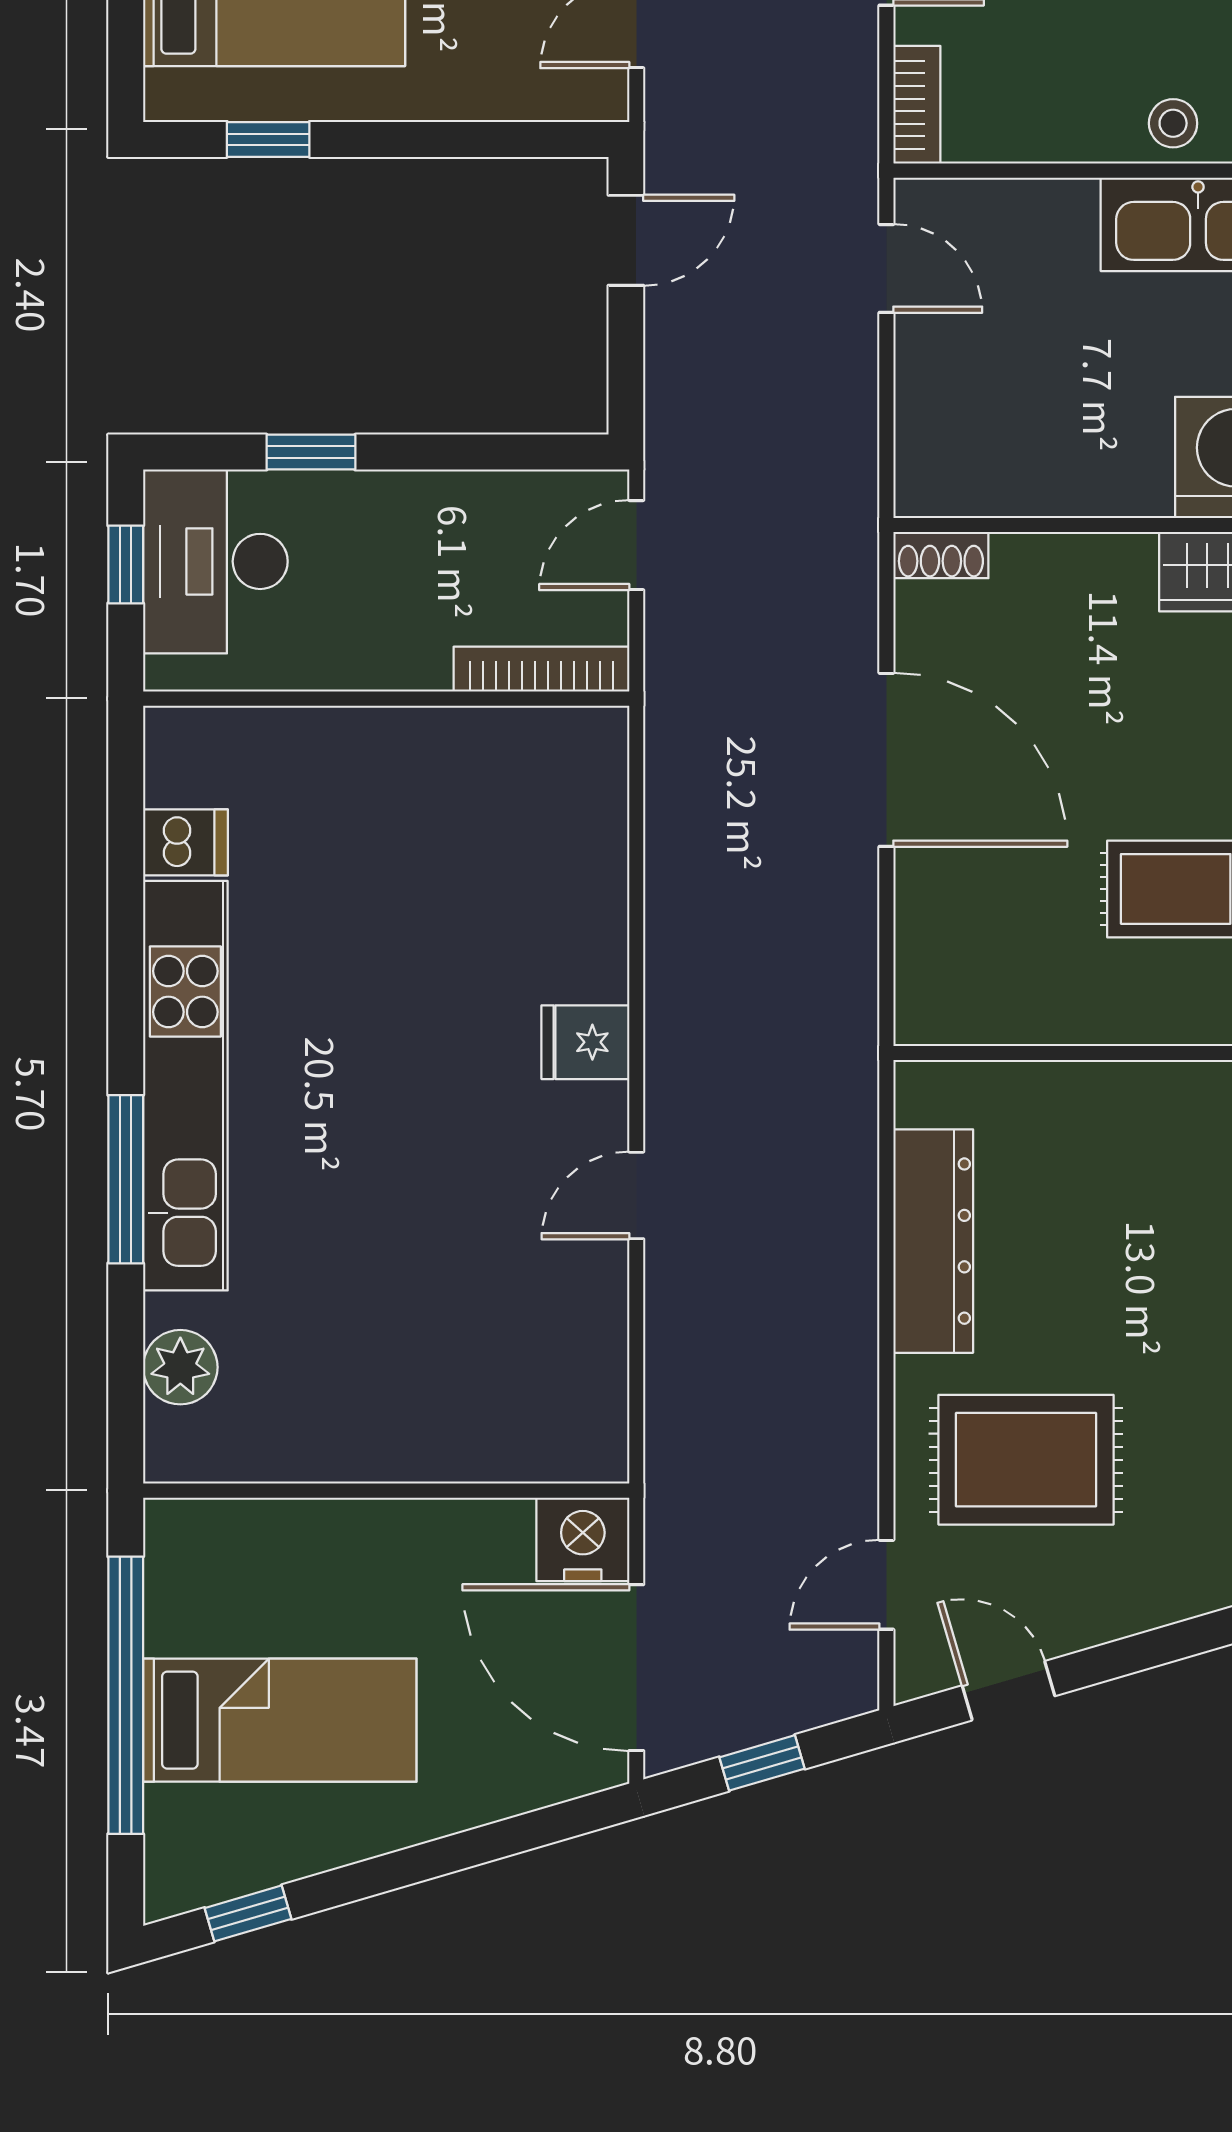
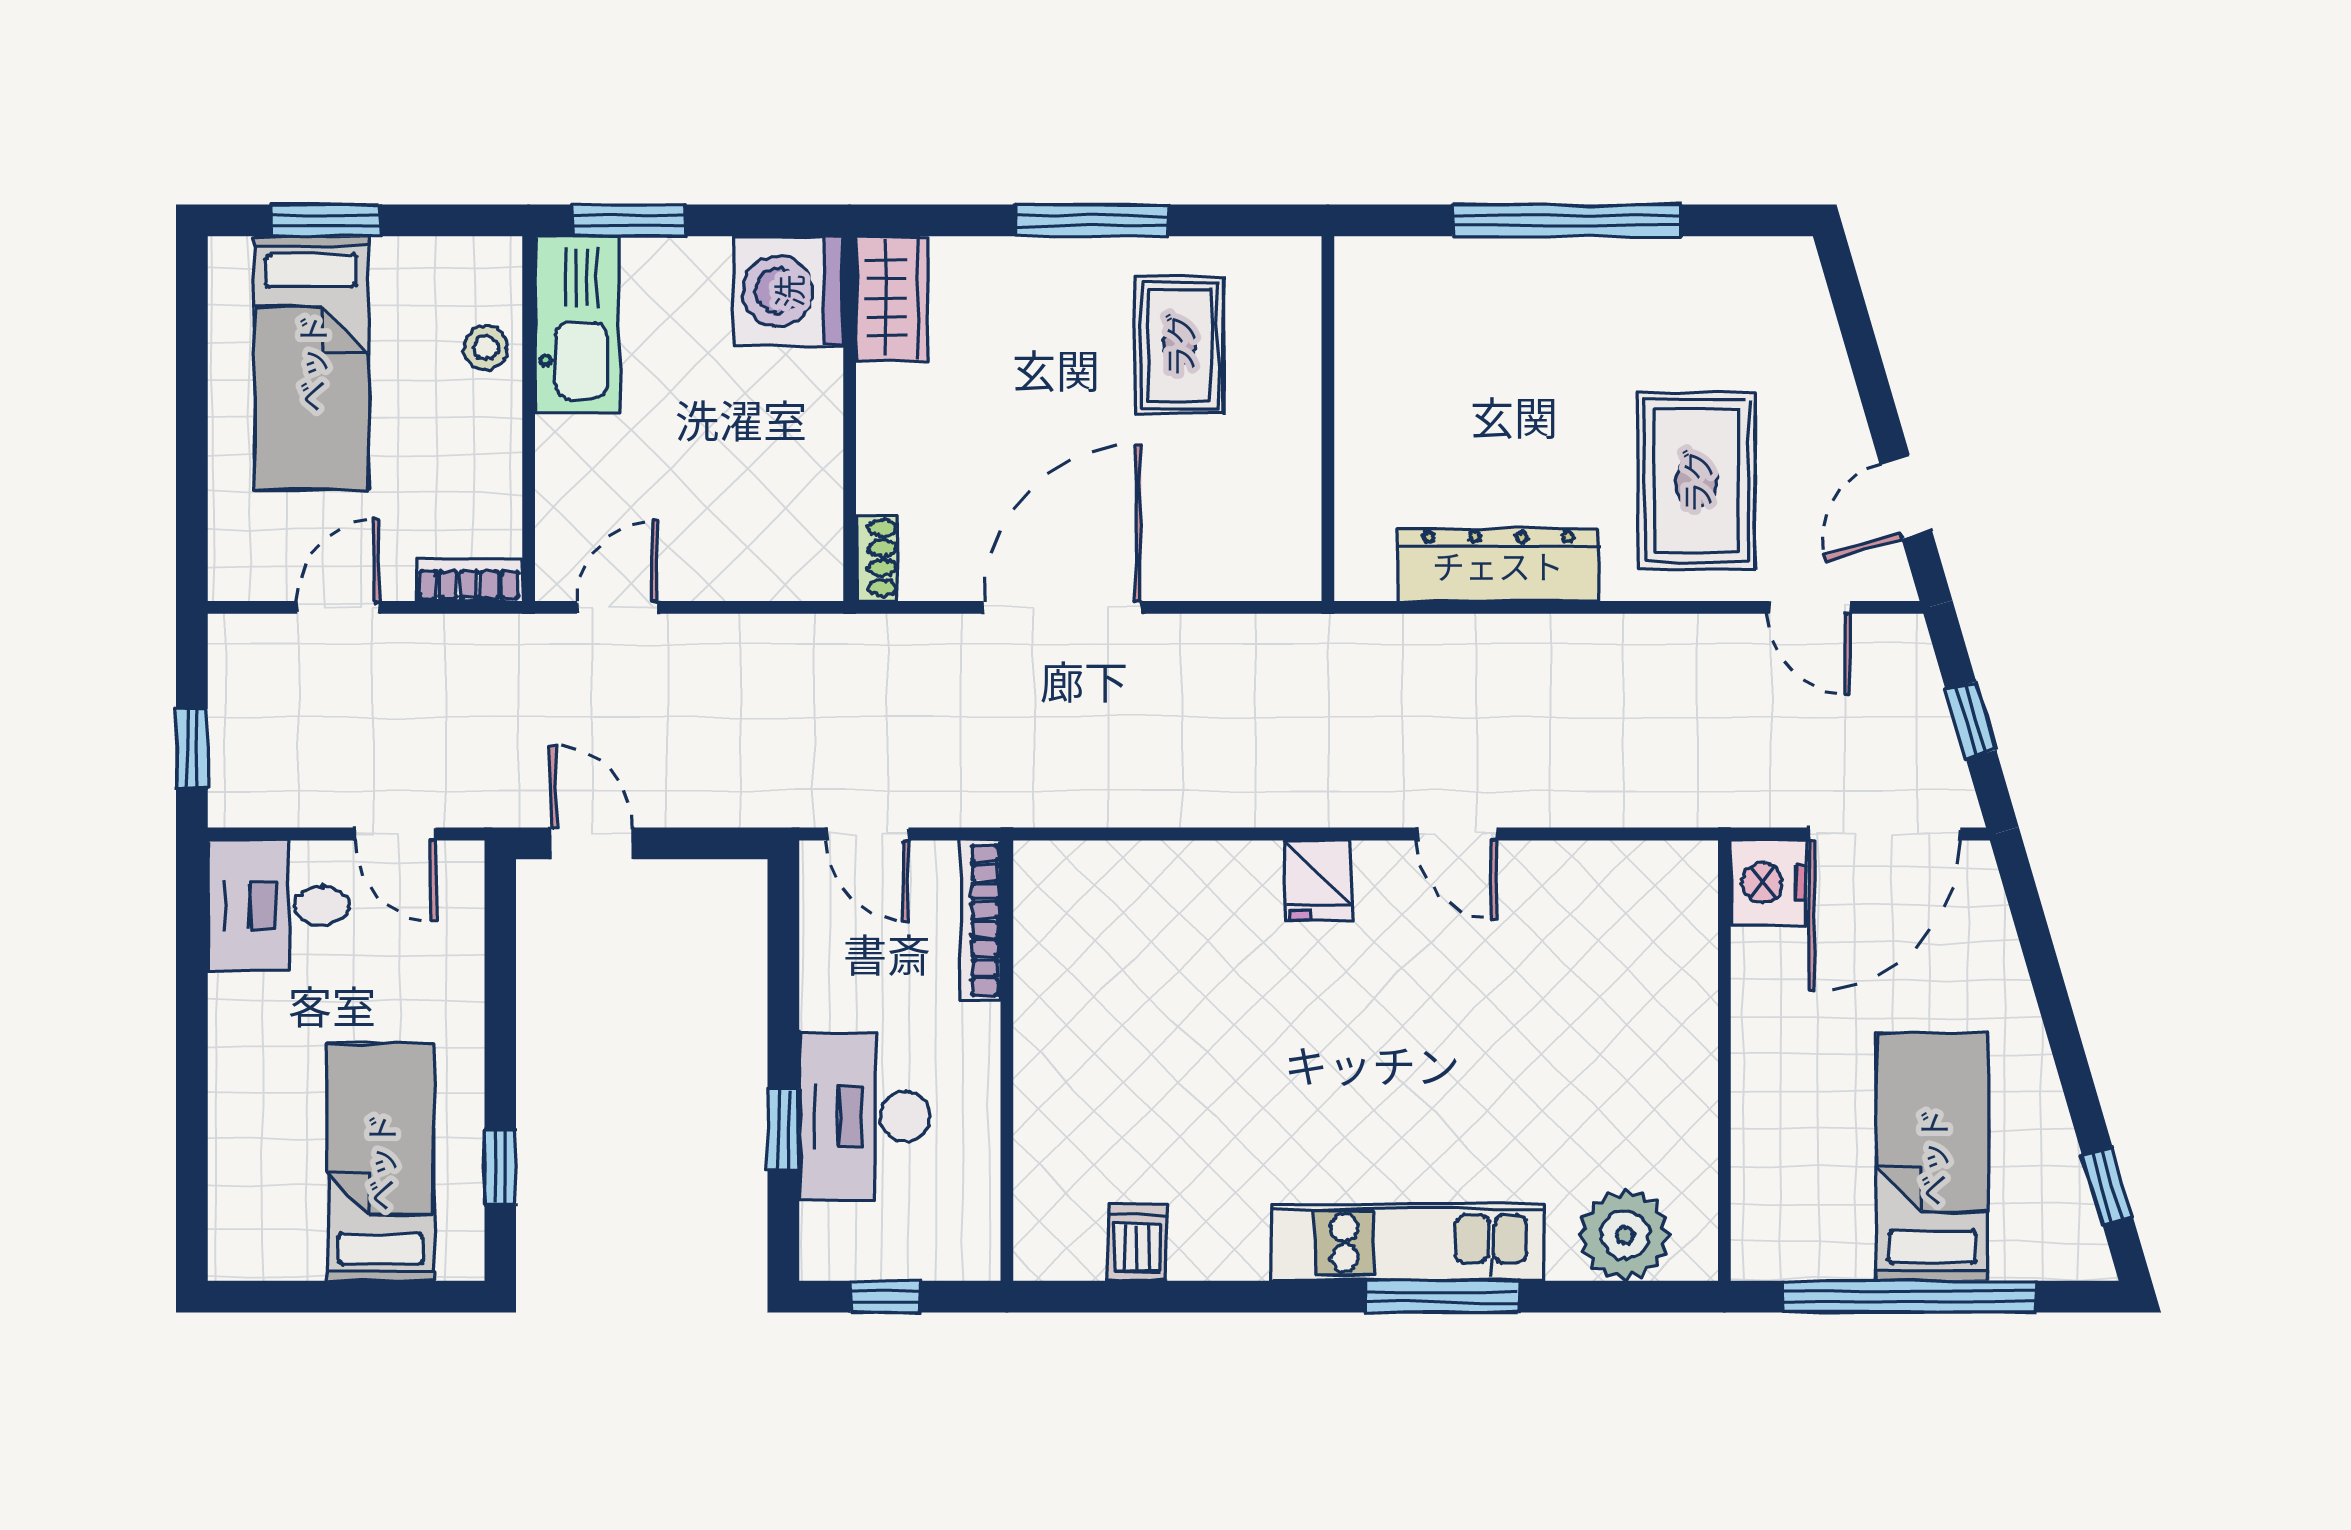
desk: (215, 561) -> (865, 1116), moved, turned 90
kitchen unit: (185, 1086) -> (1407, 1243), width x0.73
plant: (180, 1367) -> (1625, 1235), width x1.36, depth x1.36

